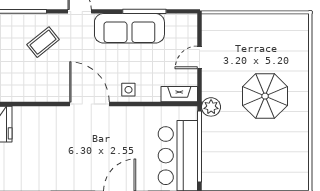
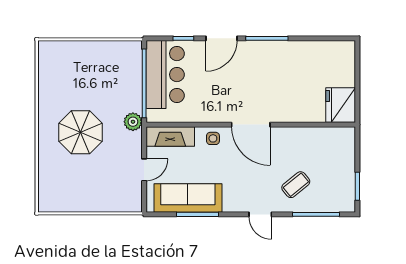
sofa: (129, 28) -> (188, 198), moved
fireplace: (179, 94) -> (170, 137), width x1.37, depth x1.32

